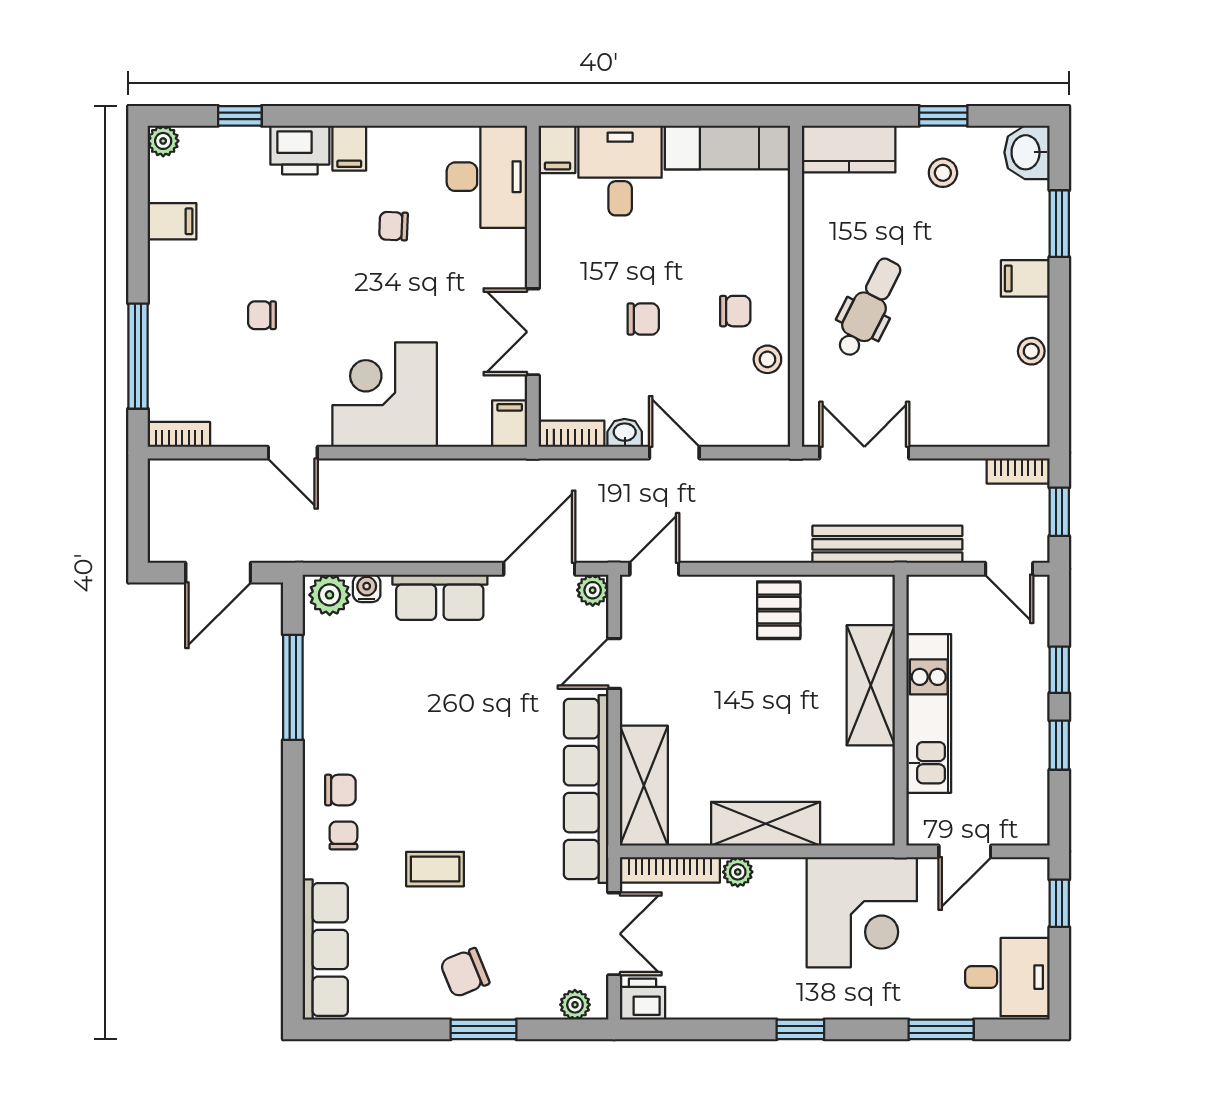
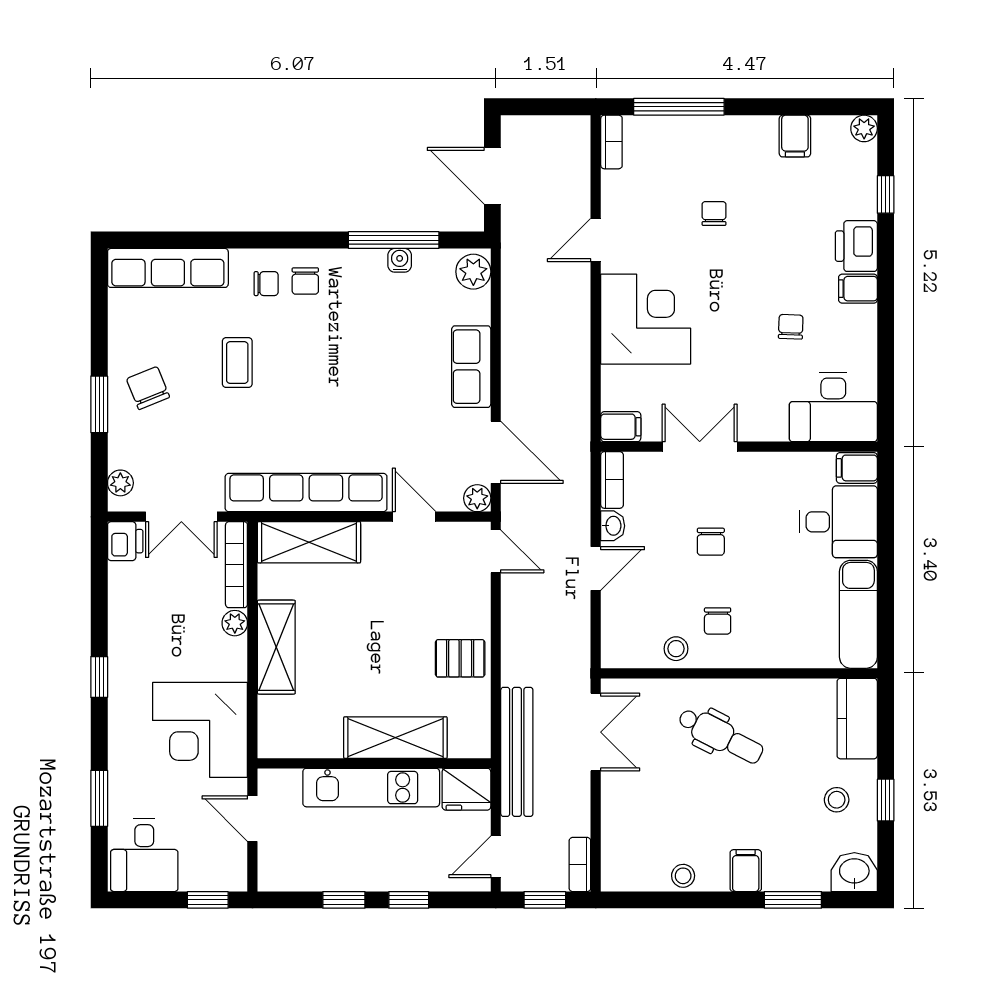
water cooler: (367, 588) -> (400, 260), moved, turned -90
fridge: (931, 603) -> (466, 789), added

